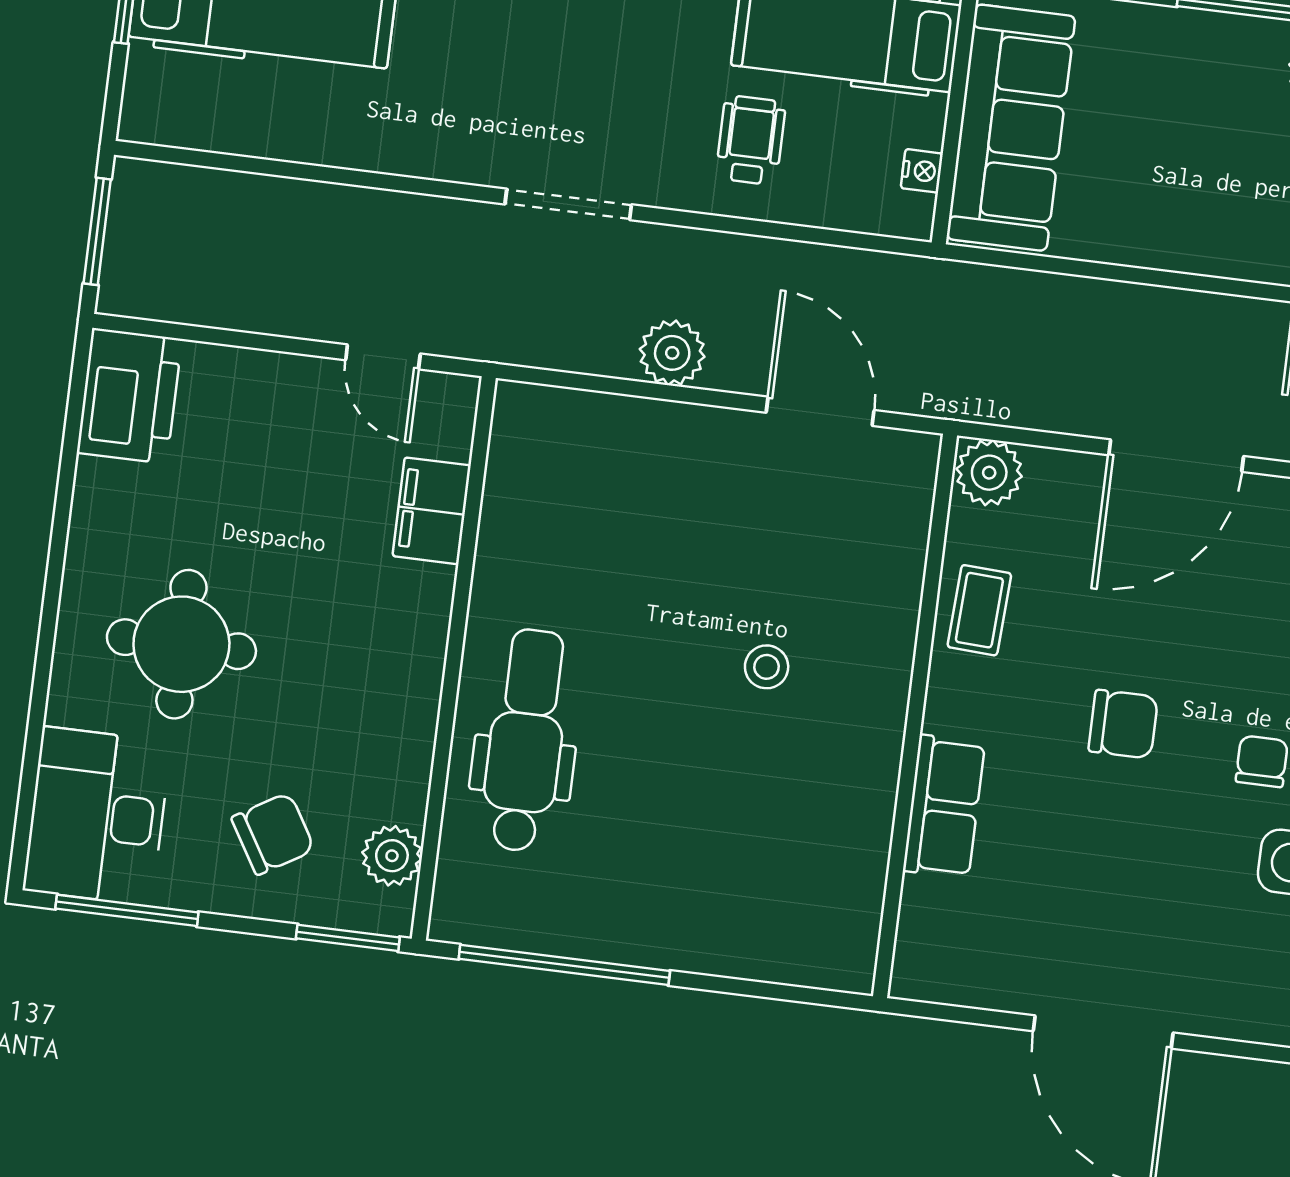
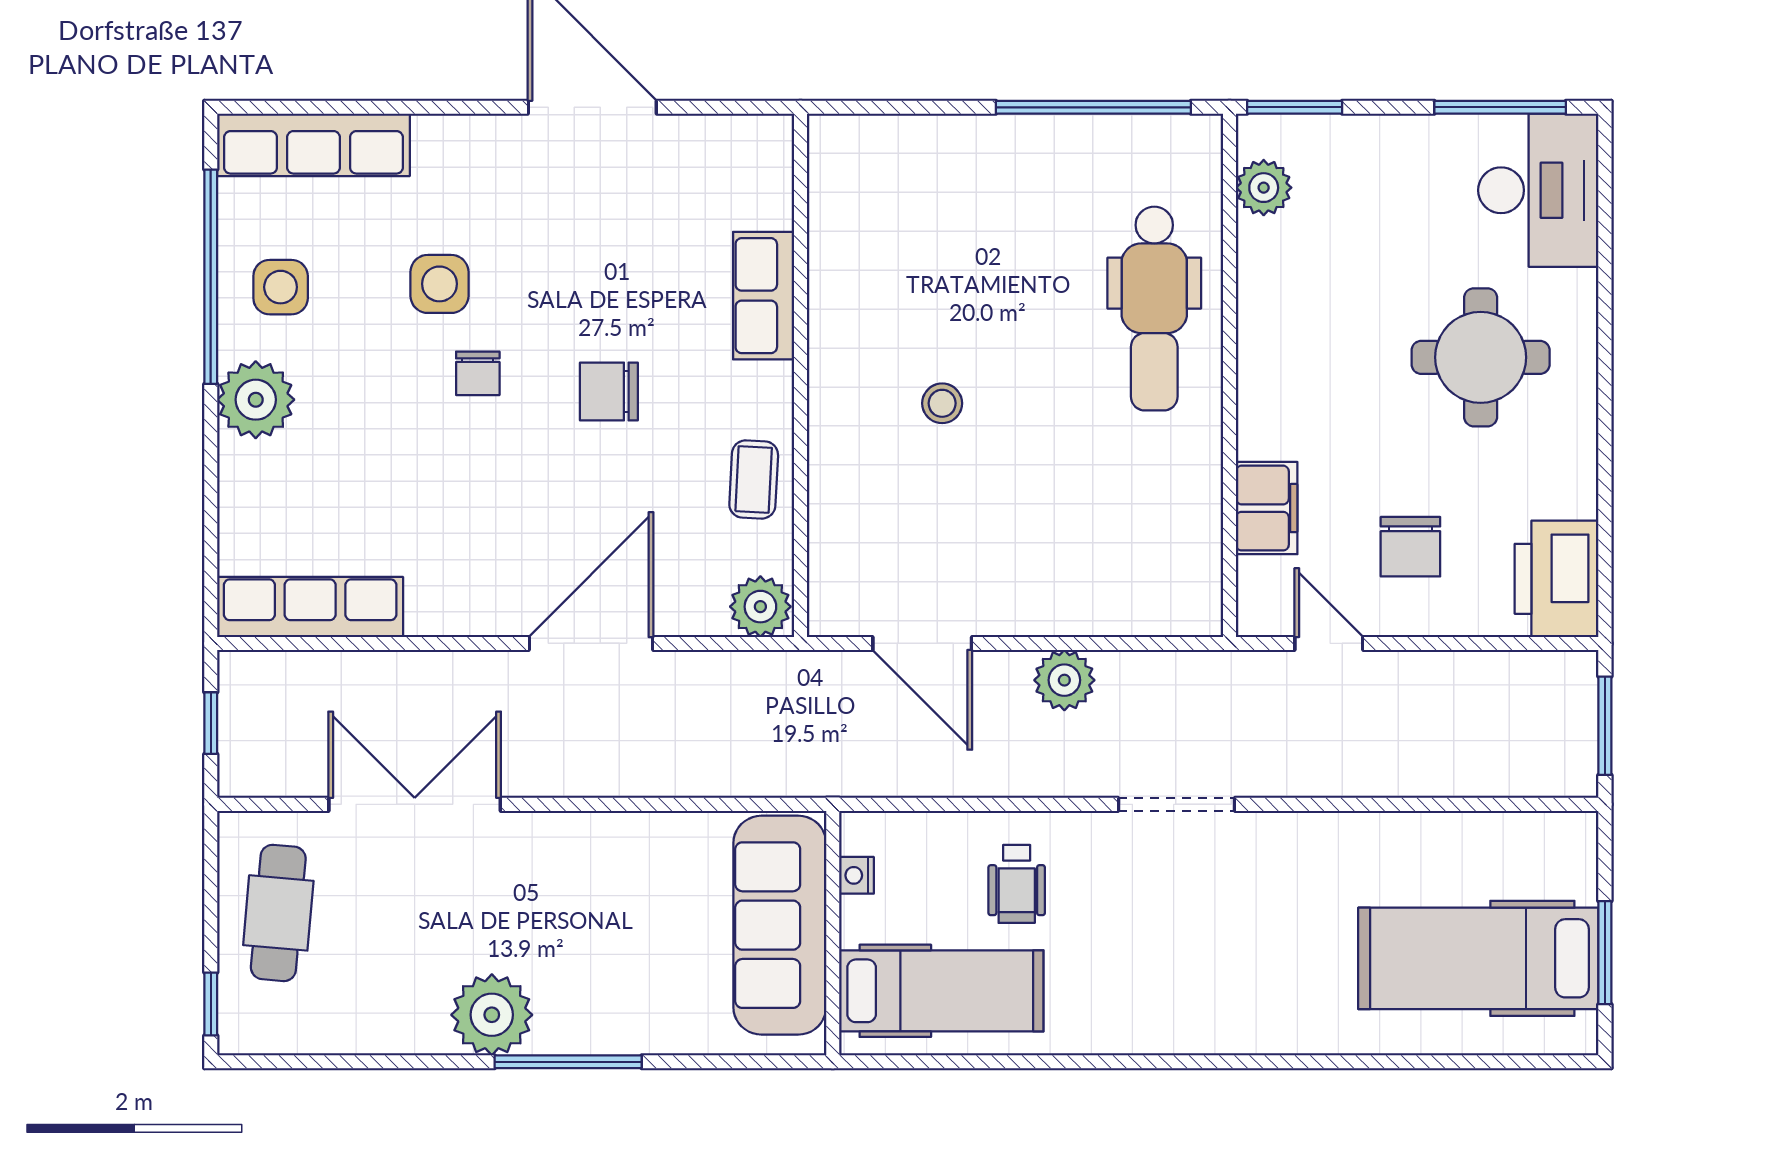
chair: (273, 834) -> (1410, 547), moved, turned -59

